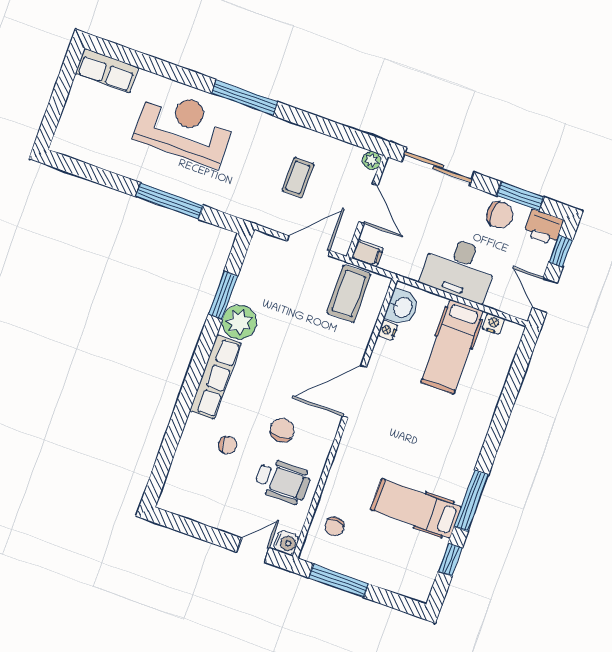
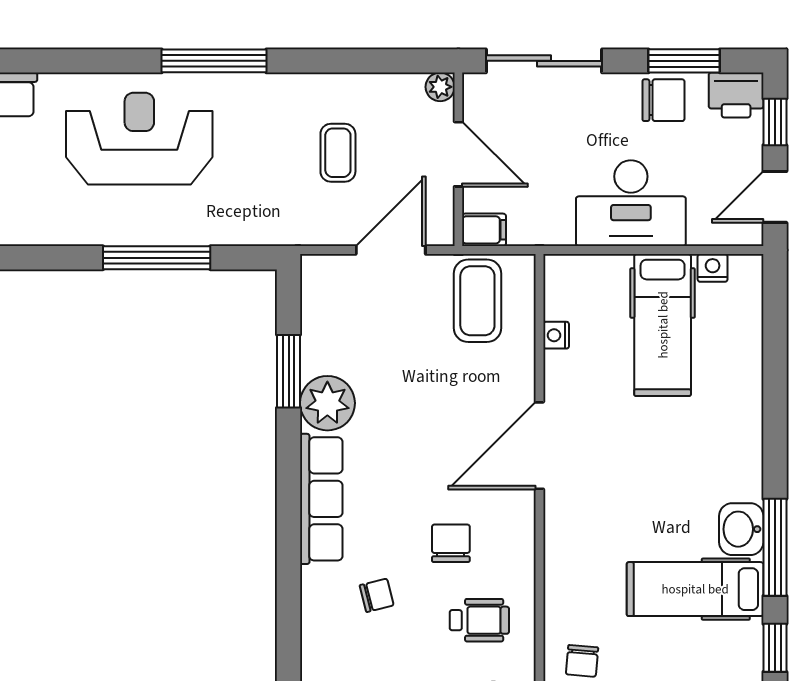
door: (545, 295) -> (775, 197), hinge flipped
washbasin: (402, 307) -> (741, 529), moved, turned 180
wheelchair: (283, 481) -> (479, 620), width x0.73, depth x0.73

